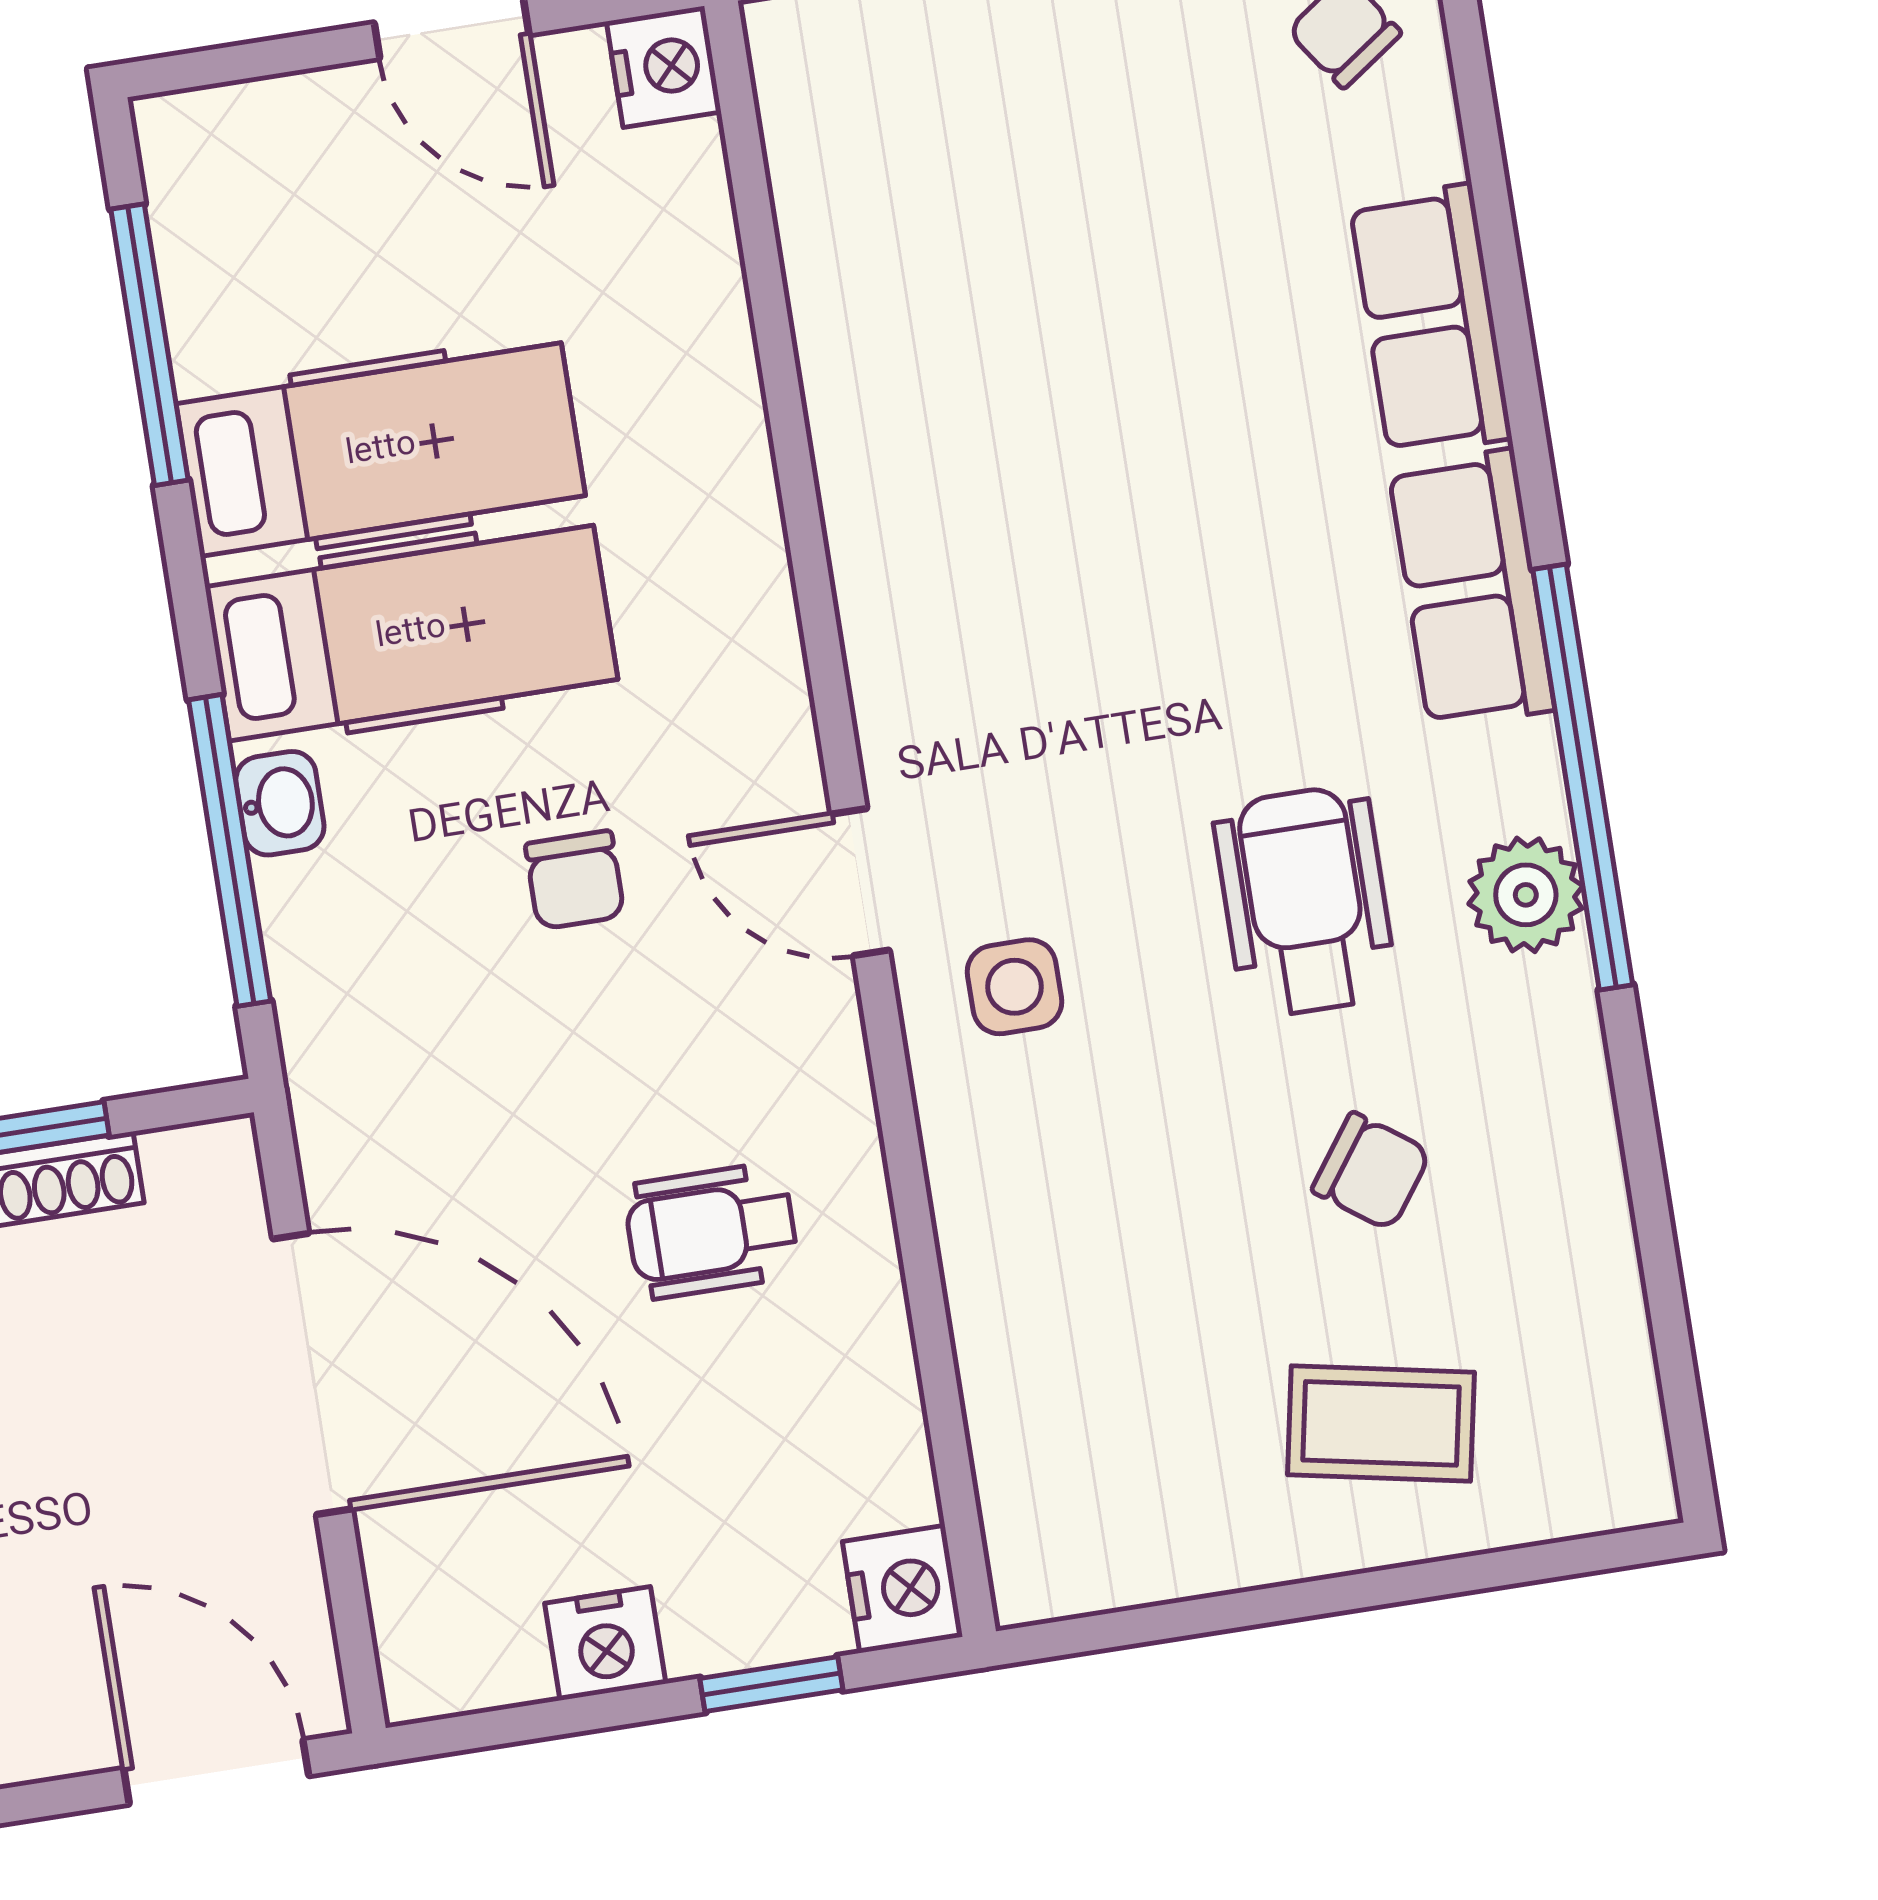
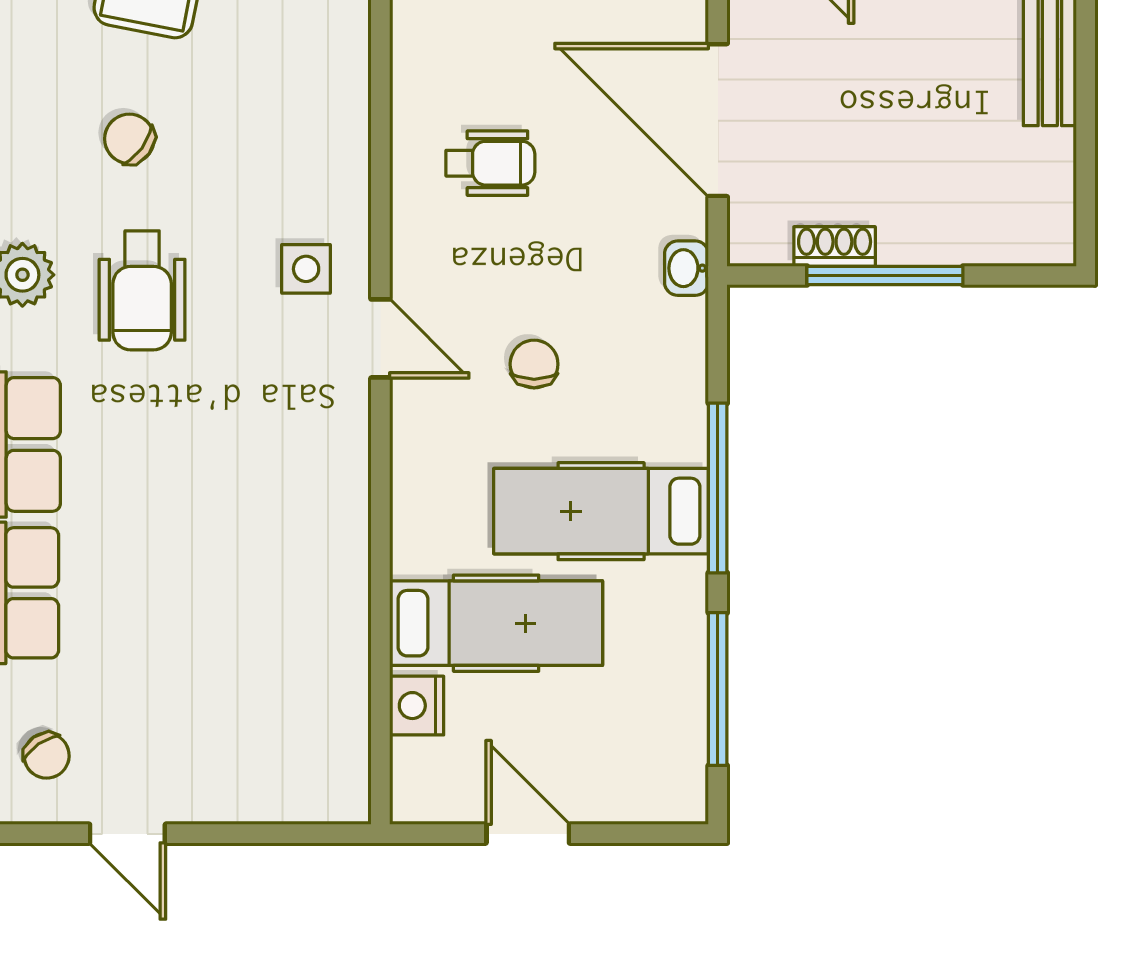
nightstand: (664, 67) -> (417, 706), moved
hospital bed: (381, 450) -> (496, 623), moved, turned 180
washbasin: (280, 803) -> (687, 268), moved
window: (230, 850) -> (718, 488), moved

